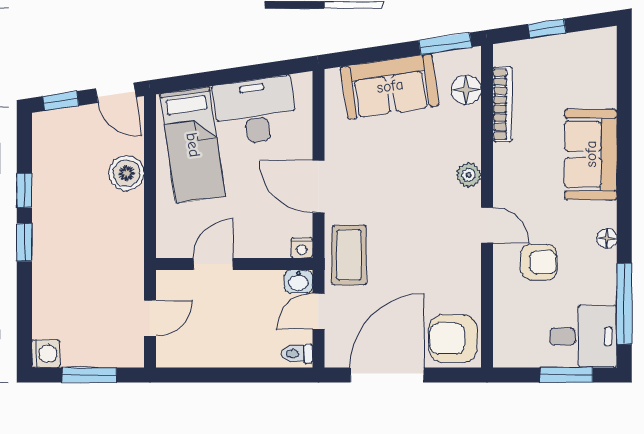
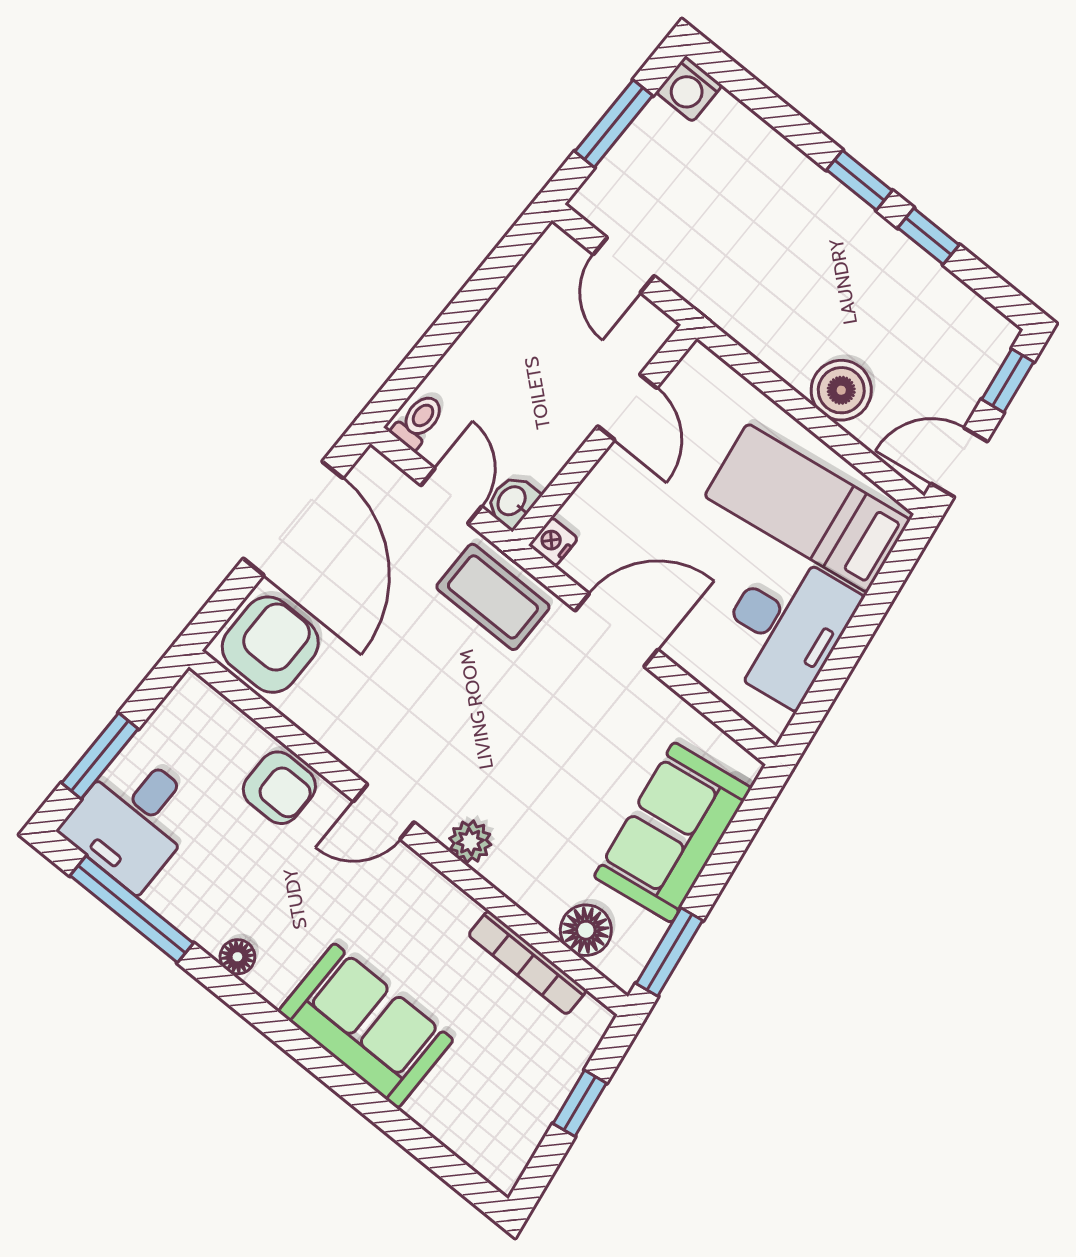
armchair: (539, 262) -> (279, 788), moved, turned -90

